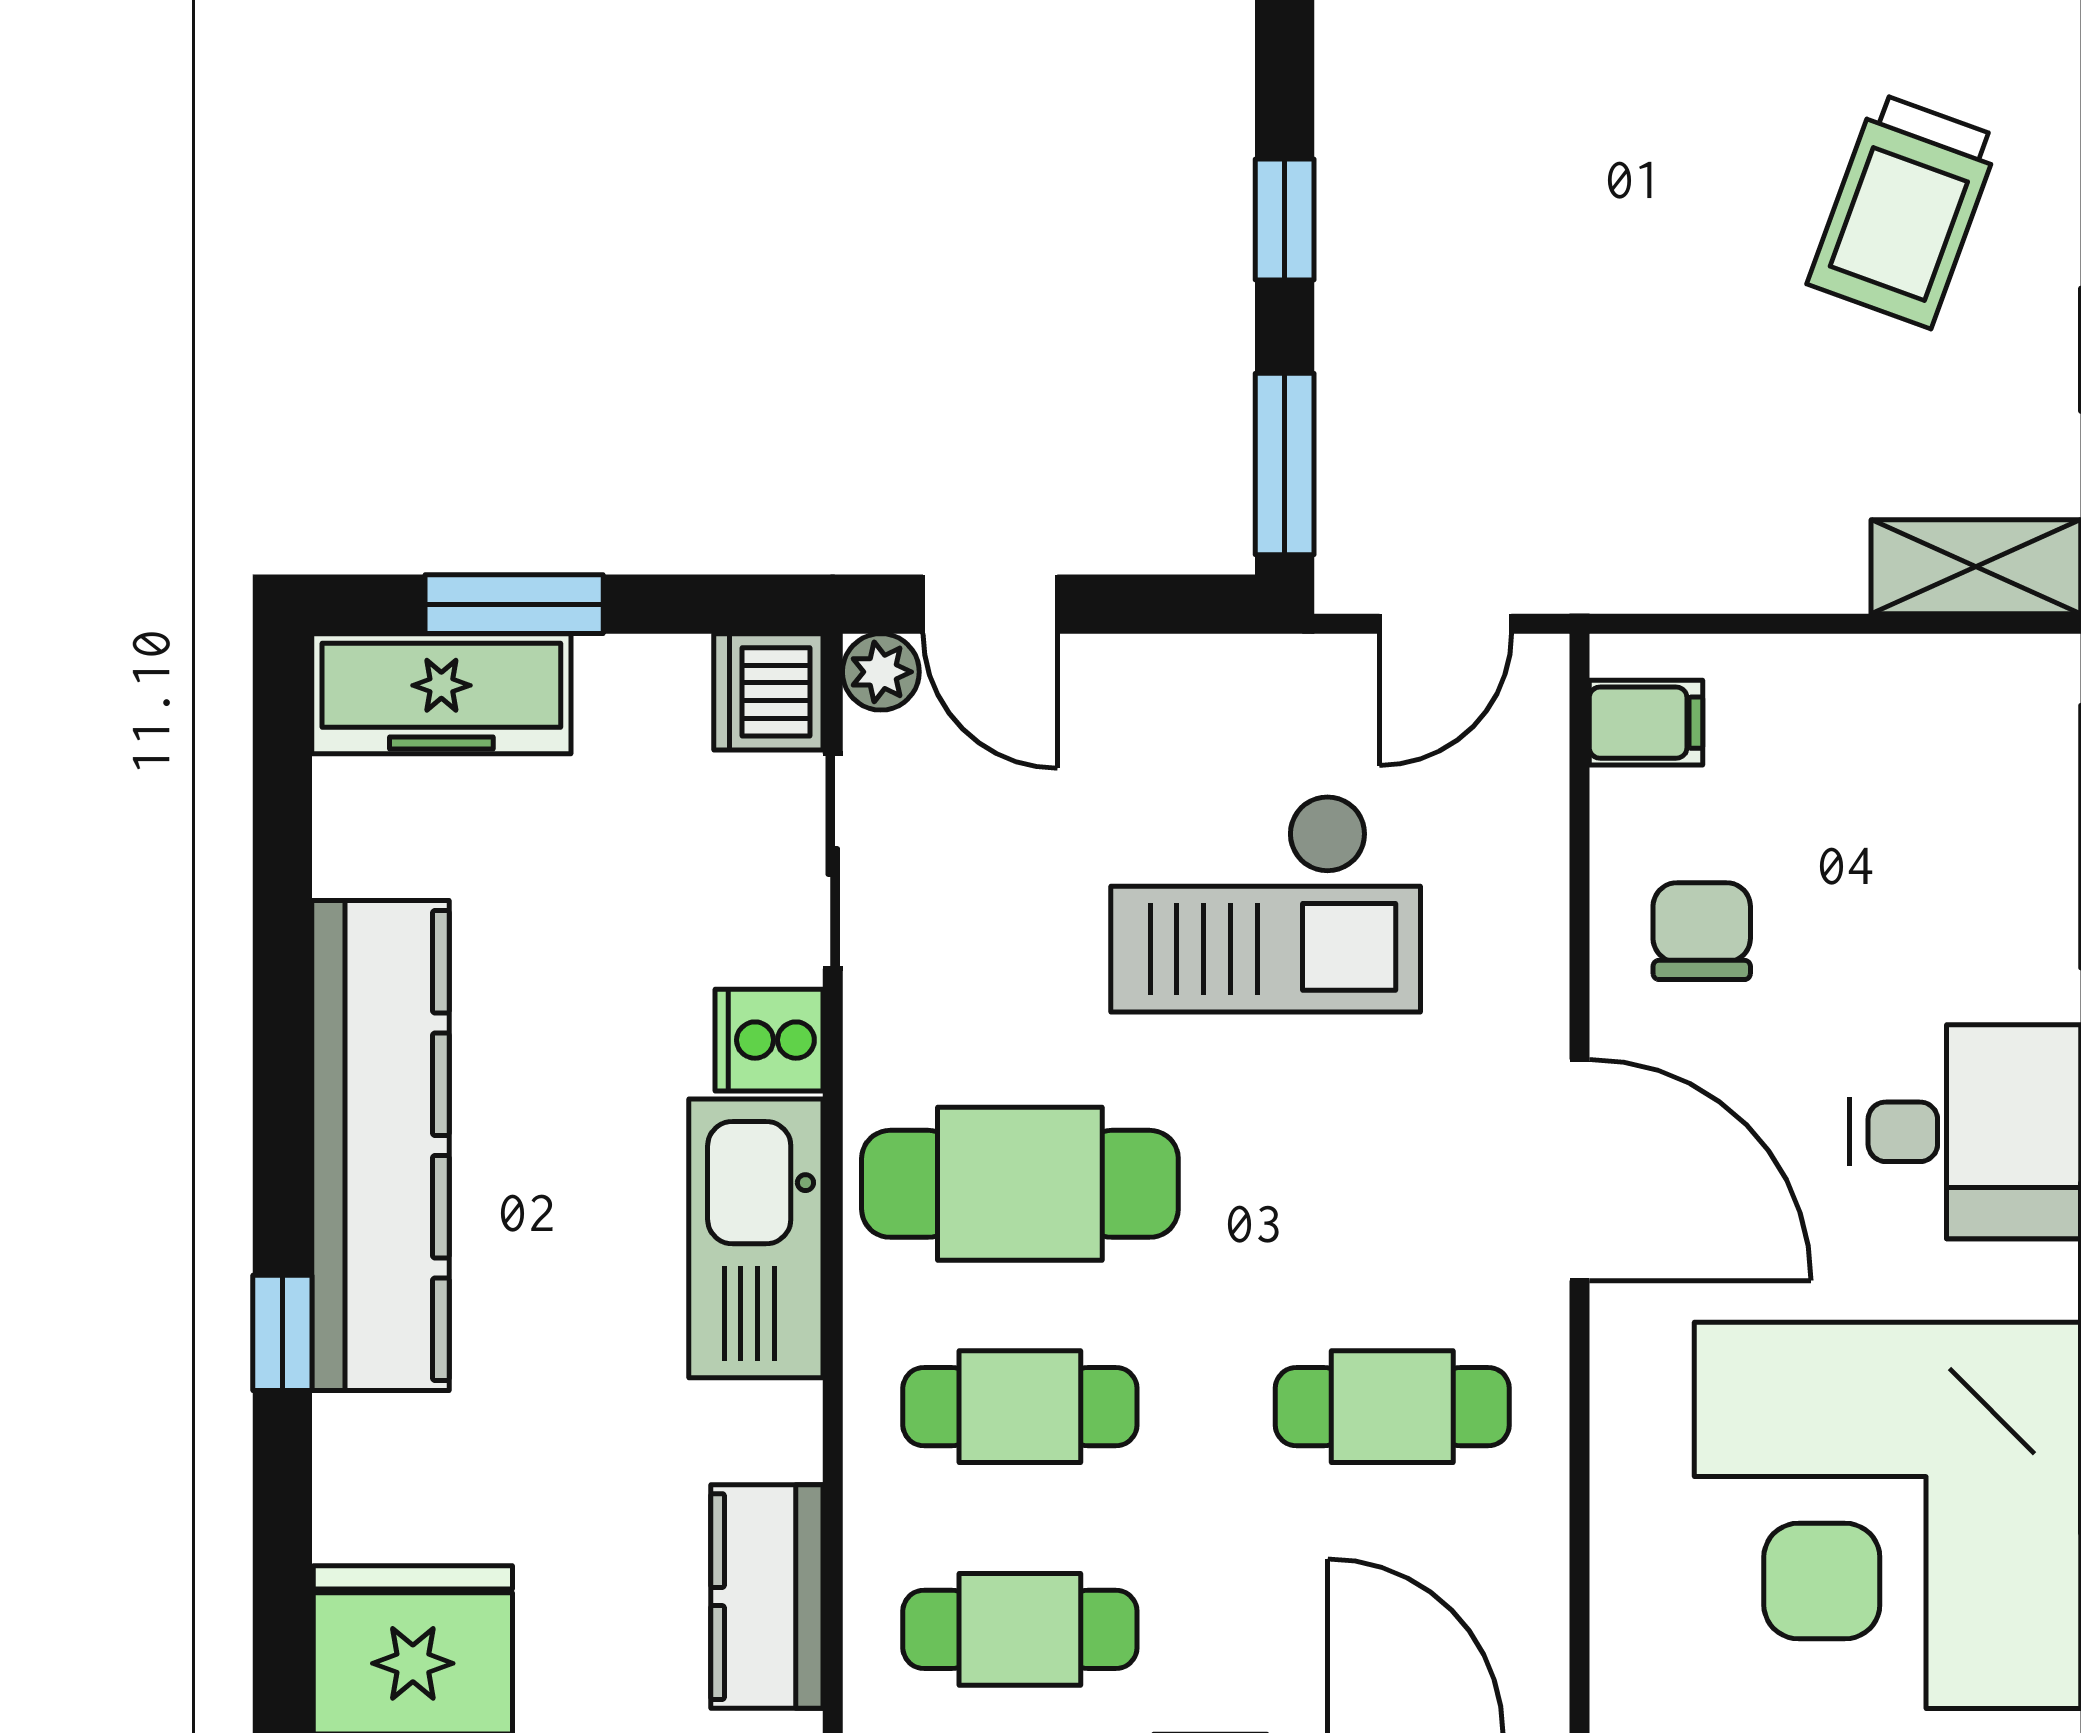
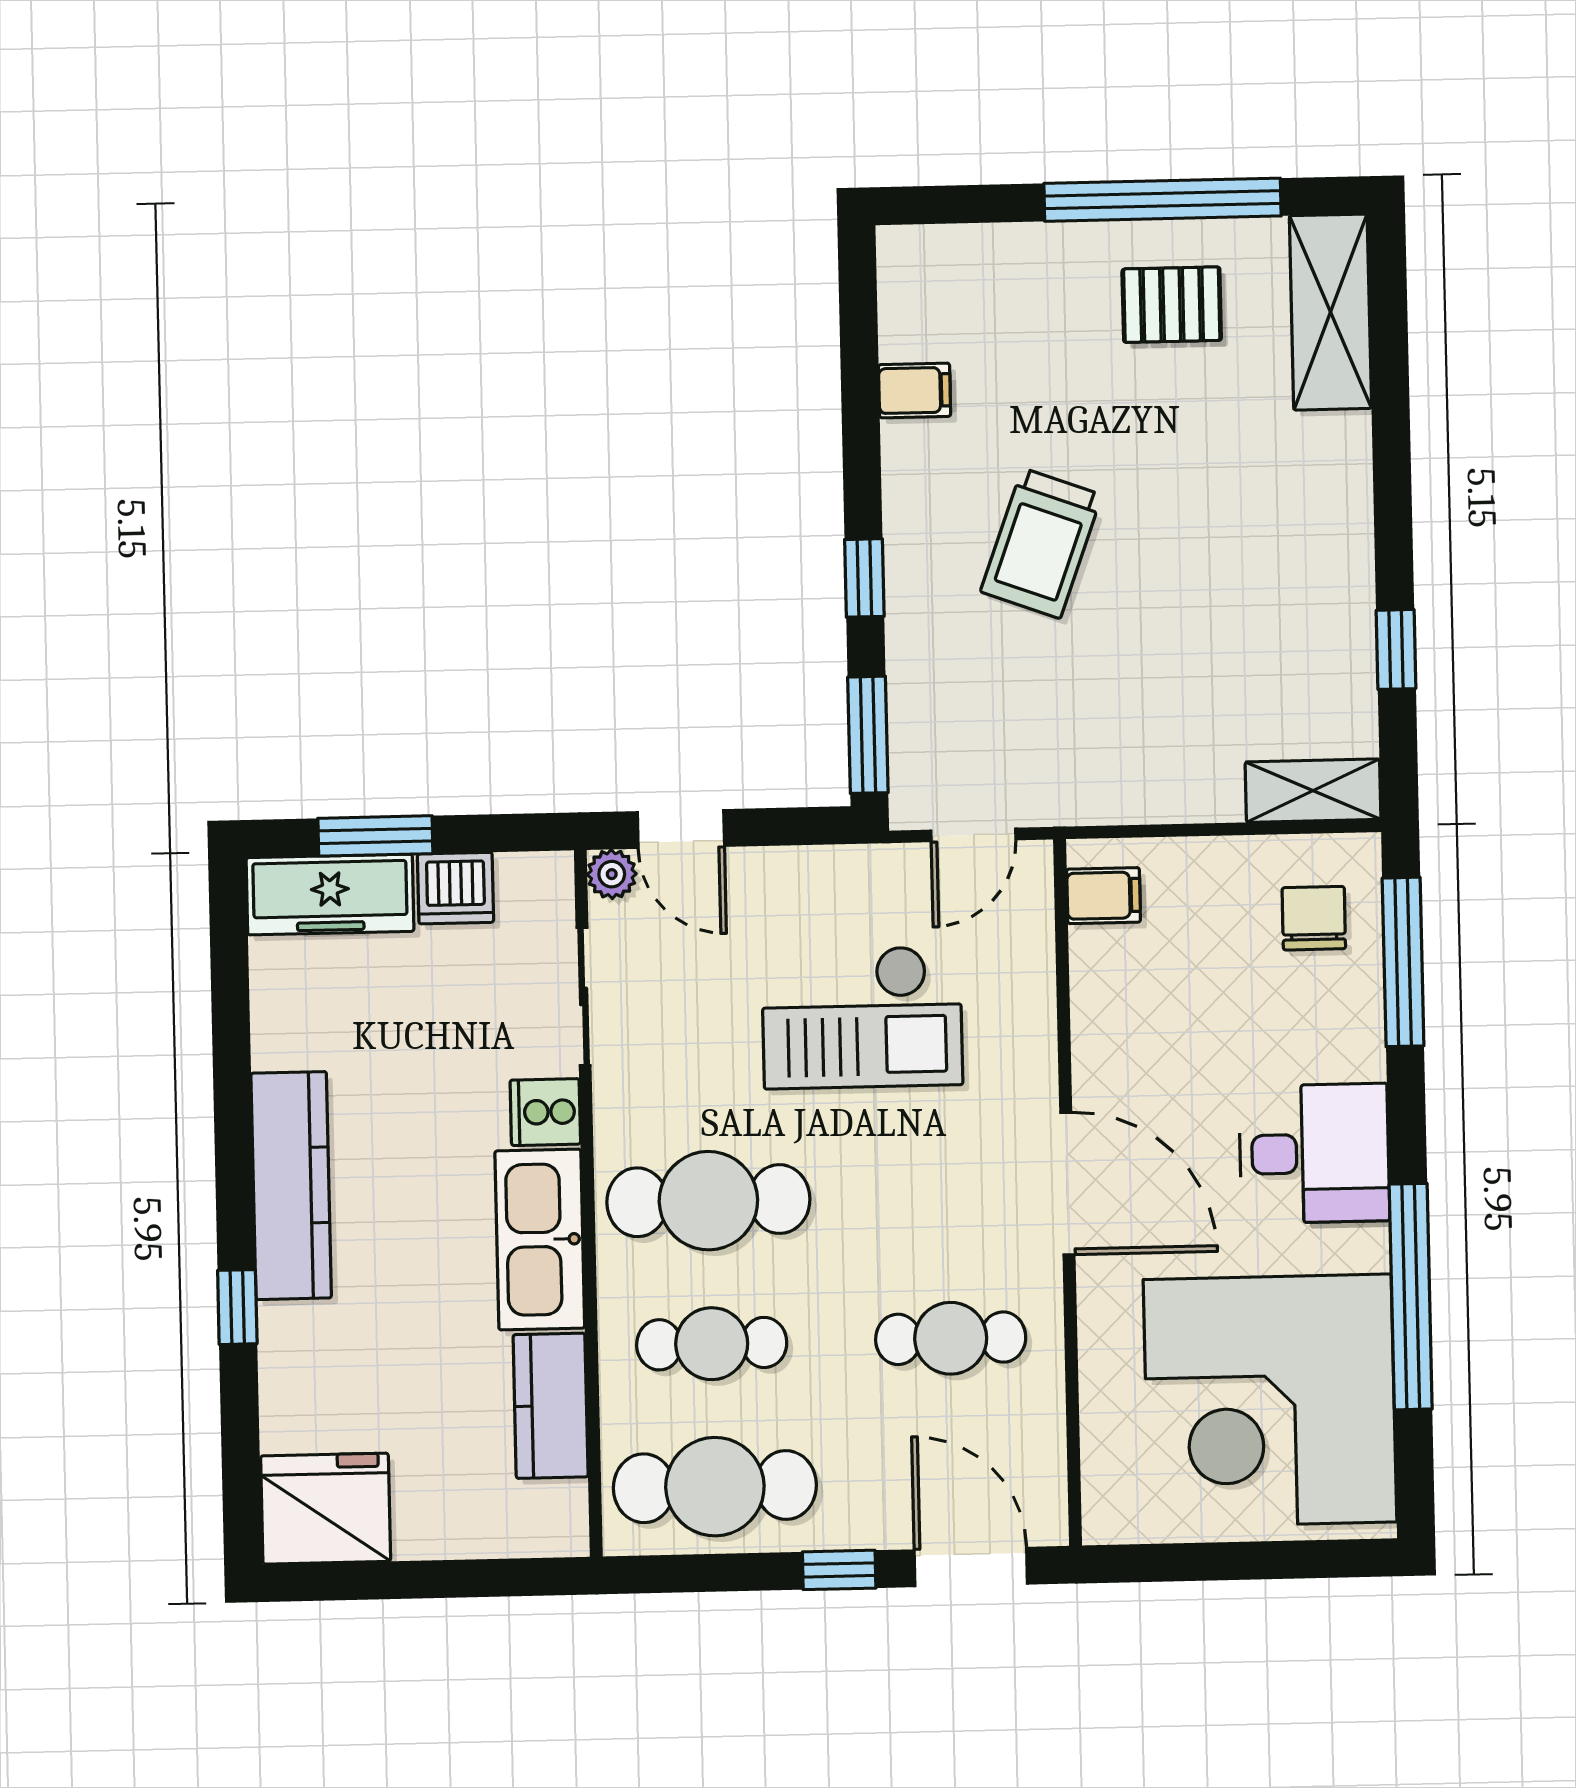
trolley: (1904, 211) -> (1041, 543), moved
dishwasher: (768, 692) -> (456, 888), moved, turned -90
chair: (1702, 931) -> (1314, 918), moved
kitchen counter: (380, 1145) -> (291, 1186), width x0.72, depth x0.86
kitchen counter: (767, 1597) -> (551, 1406), moved
cafe table: (1020, 1629) -> (715, 1487), width x1.37, depth x1.35

